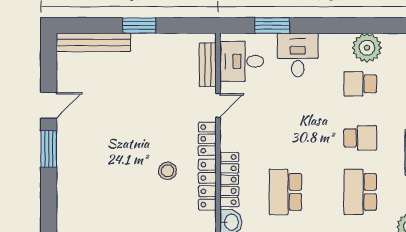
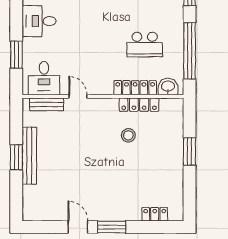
bench: (93, 42) -> (29, 156), moved
desk: (298, 55) -> (39, 21), moved
locker: (207, 139) -> (155, 214), moved, turned 180

